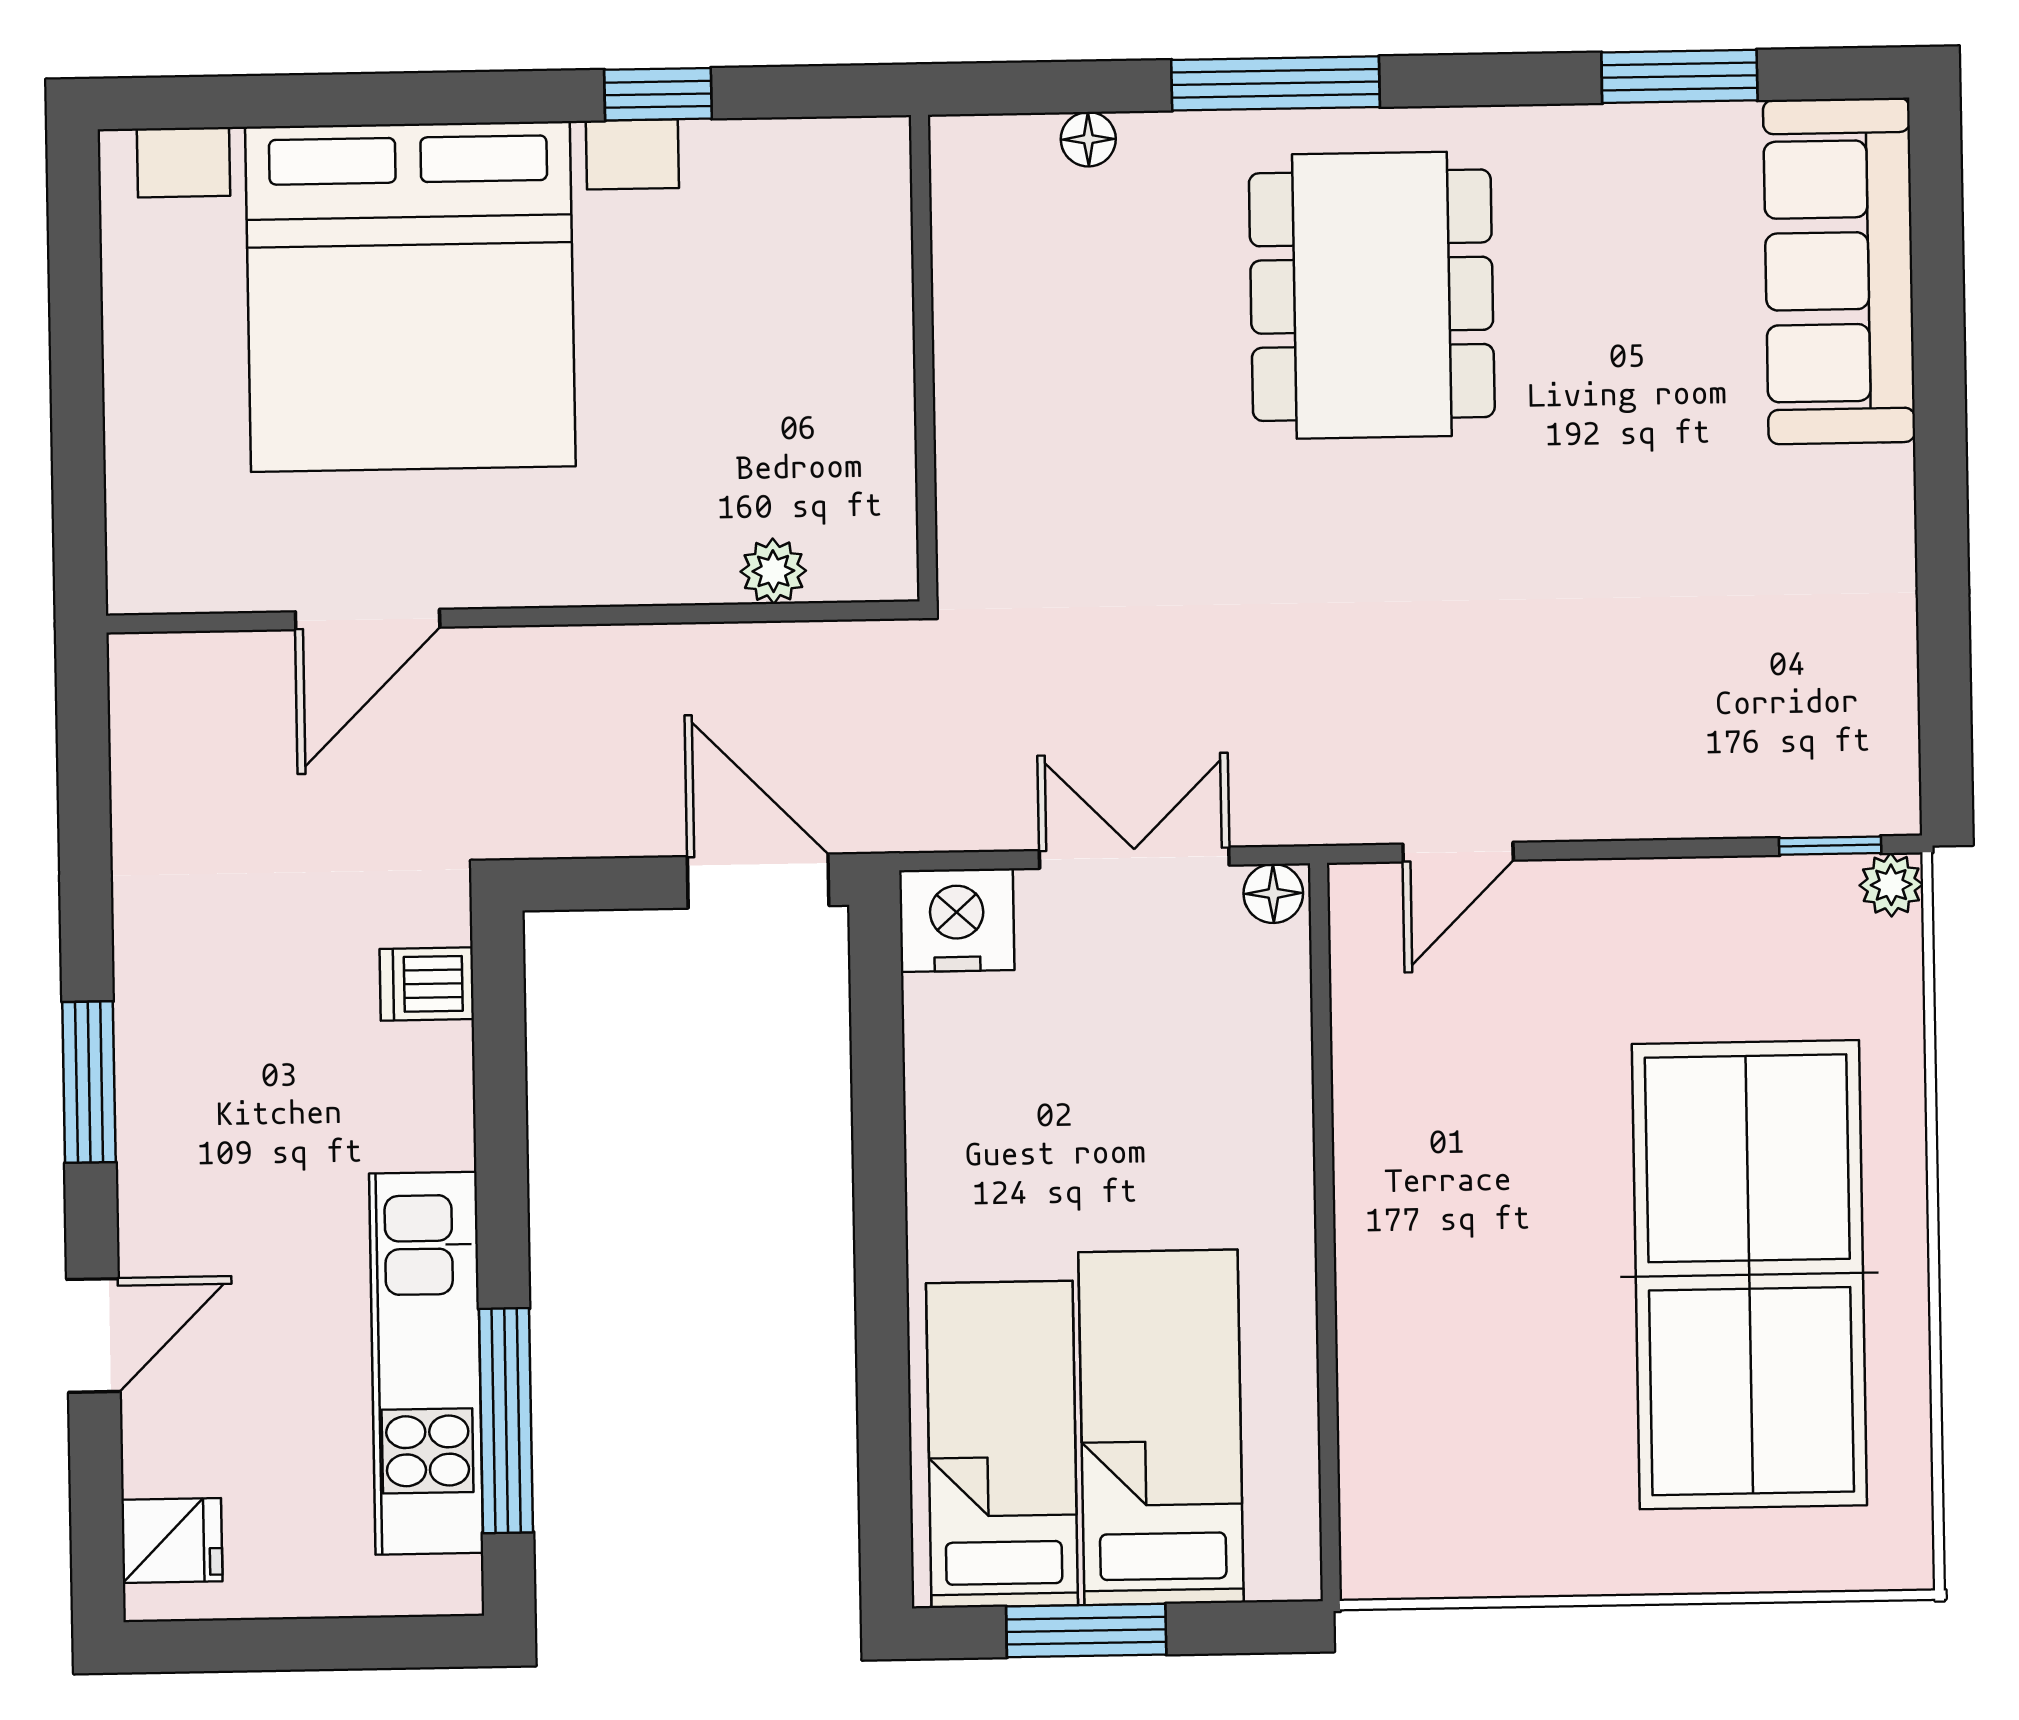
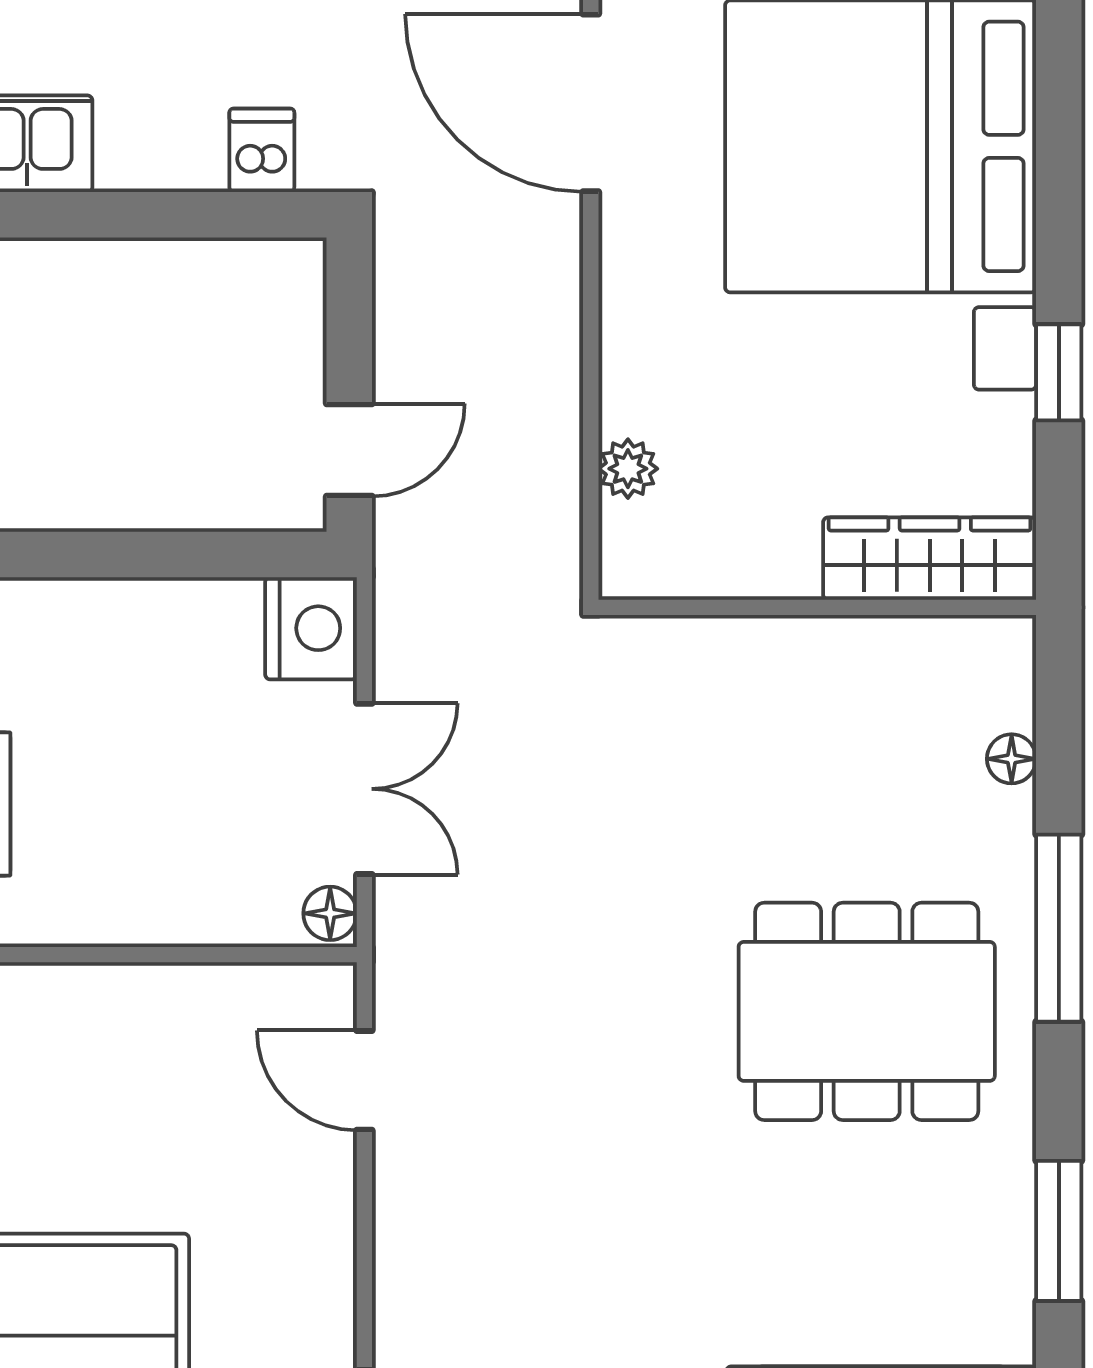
window: (1679, 76) -> (1059, 1231), moved
wardrobe: (867, 234) -> (930, 559), added
door: (368, 619) -> (591, 103), width x1.36
door: (758, 881) -> (349, 450), width x0.73

